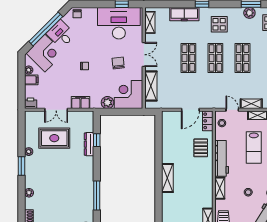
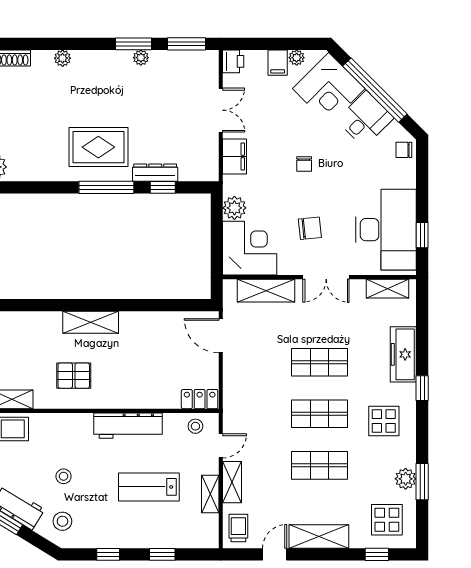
double door: (56, 110) -> (221, 110), swing flipped
door: (190, 110) -> (221, 336), moved
window: (21, 128) -> (187, 44), added
rug: (54, 138) -> (98, 147), moved, turned 90
pallet: (201, 148) -> (74, 376), moved
window: (21, 166) -> (134, 44), moved
shelving: (220, 188) -> (71, 422), removed
window: (97, 195) -> (106, 187), moved

